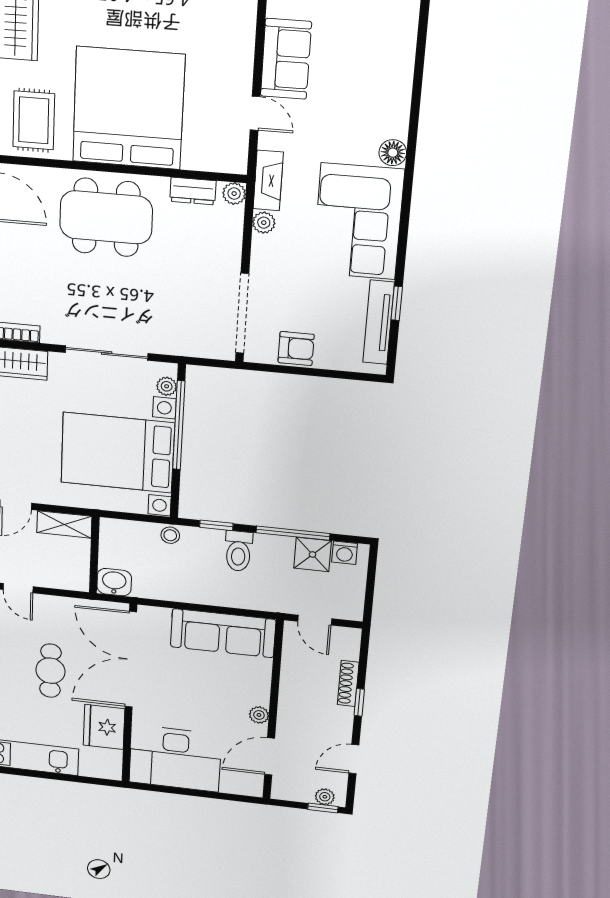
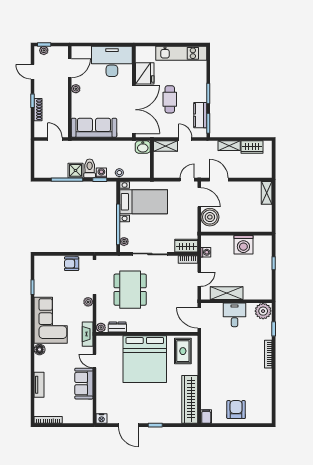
dining table: (106, 217) -> (130, 290), moved, turned 90
plant: (264, 223) -> (88, 302), moved
tv unit: (379, 322) -> (39, 385), moved, width x0.71
bed with nightstands: (117, 453) -> (144, 202), width x0.73
shelving: (64, 524) -> (166, 146), moved
washing machine: (345, 553) -> (101, 173), moved
shower: (313, 554) -> (76, 170), moved
door: (354, 759) -> (33, 72), swing flipped

